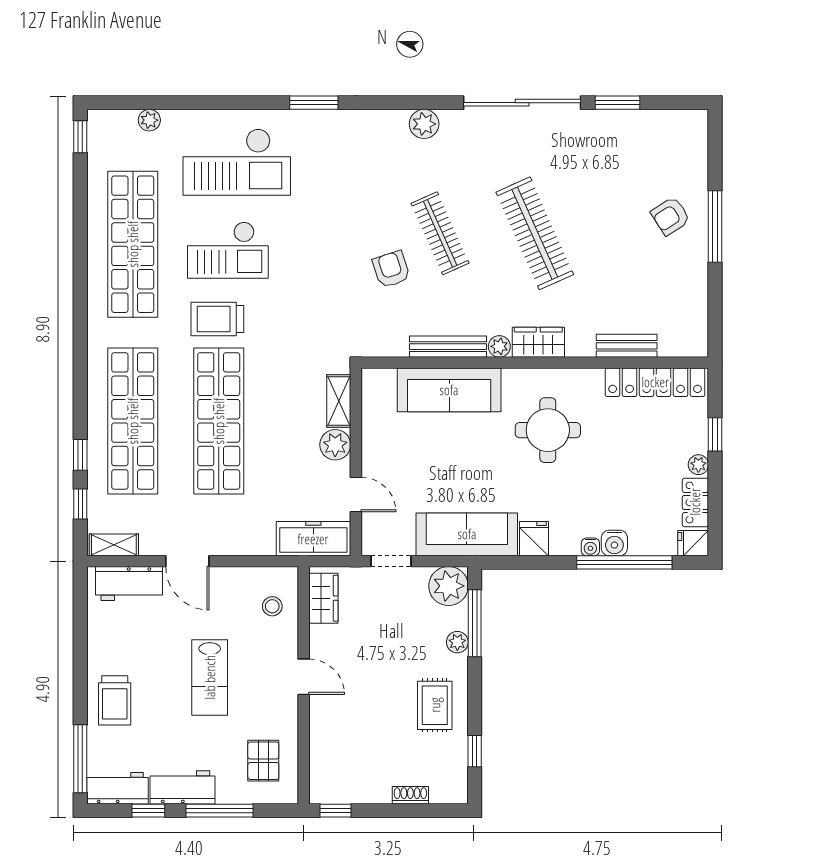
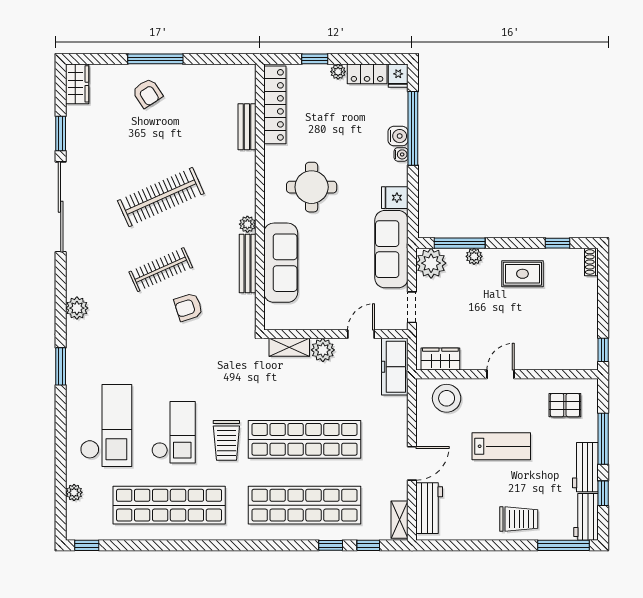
plant: (424, 124) -> (77, 308), moved
wardrobe: (538, 342) -> (77, 84), moved, turned 180
stool: (272, 606) -> (447, 398), width x1.89, depth x1.89
shoe rack: (410, 795) -> (591, 262), moved

